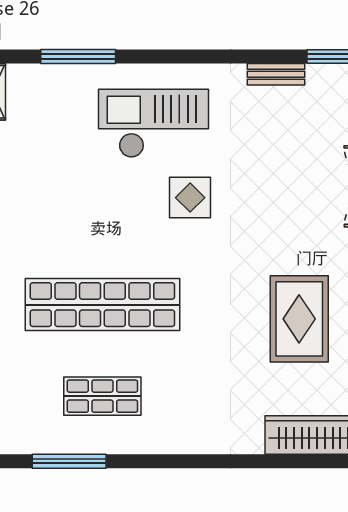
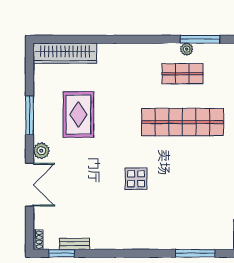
bench: (276, 74) -> (74, 244), moved
checkout: (153, 123) -> (155, 218), removed
plant: (94, 443) -> (187, 49), added

